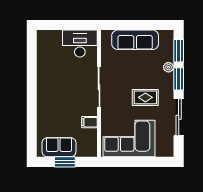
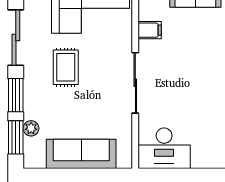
plant: (168, 67) -> (31, 128), moved
rug: (145, 97) -> (66, 67), turned 90

